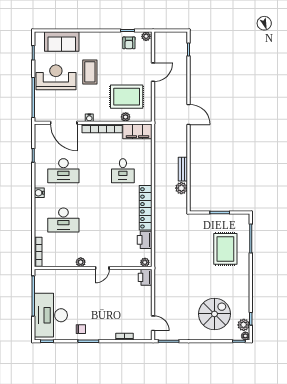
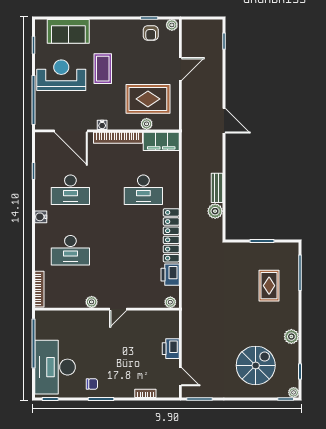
desk: (123, 171) -> (143, 190), width x1.37
rug: (225, 249) -> (269, 286), width x0.73, depth x0.70
printer: (145, 277) -> (171, 349), moved
plant: (244, 325) -> (291, 337), moved

